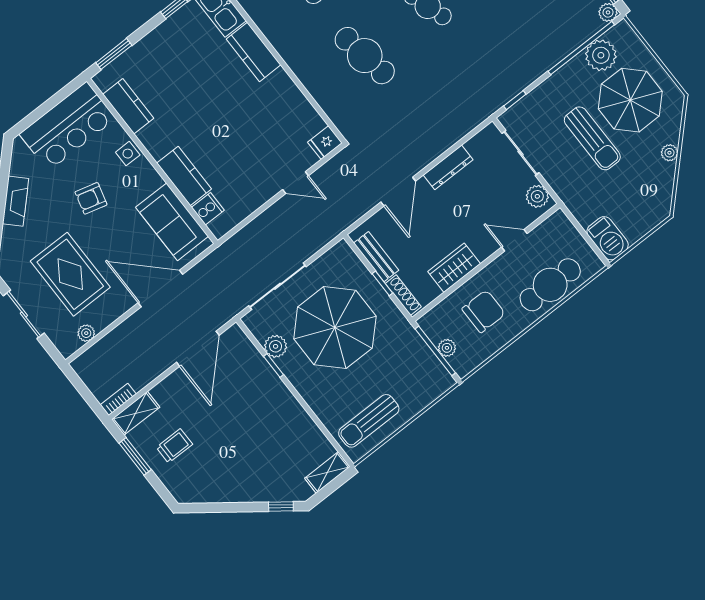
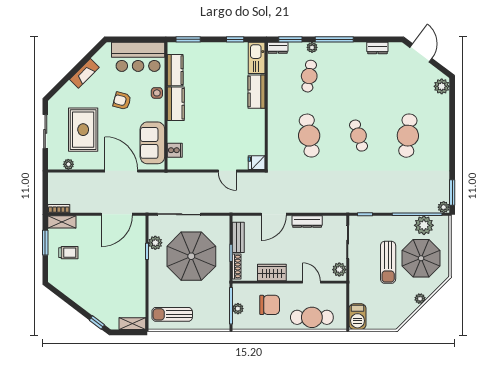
kitchen counter: (184, 176) -> (176, 104), moved

